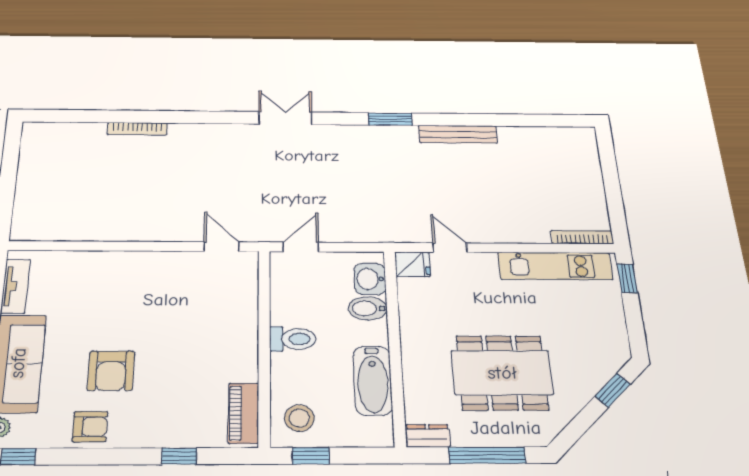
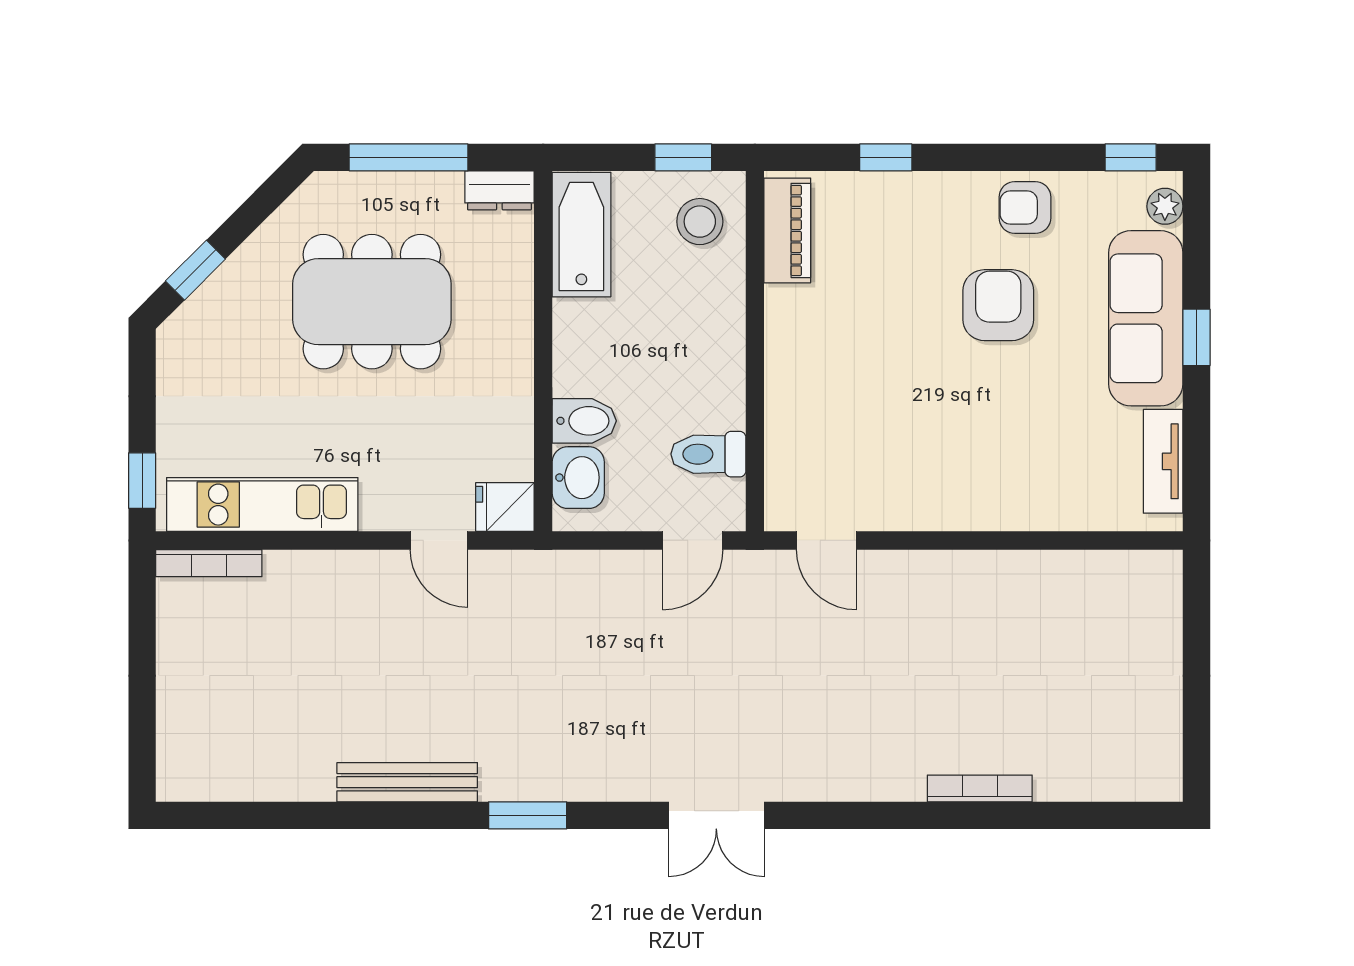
toilet: (293, 339) -> (708, 454), moved
bathtub: (373, 381) -> (581, 235), moved

